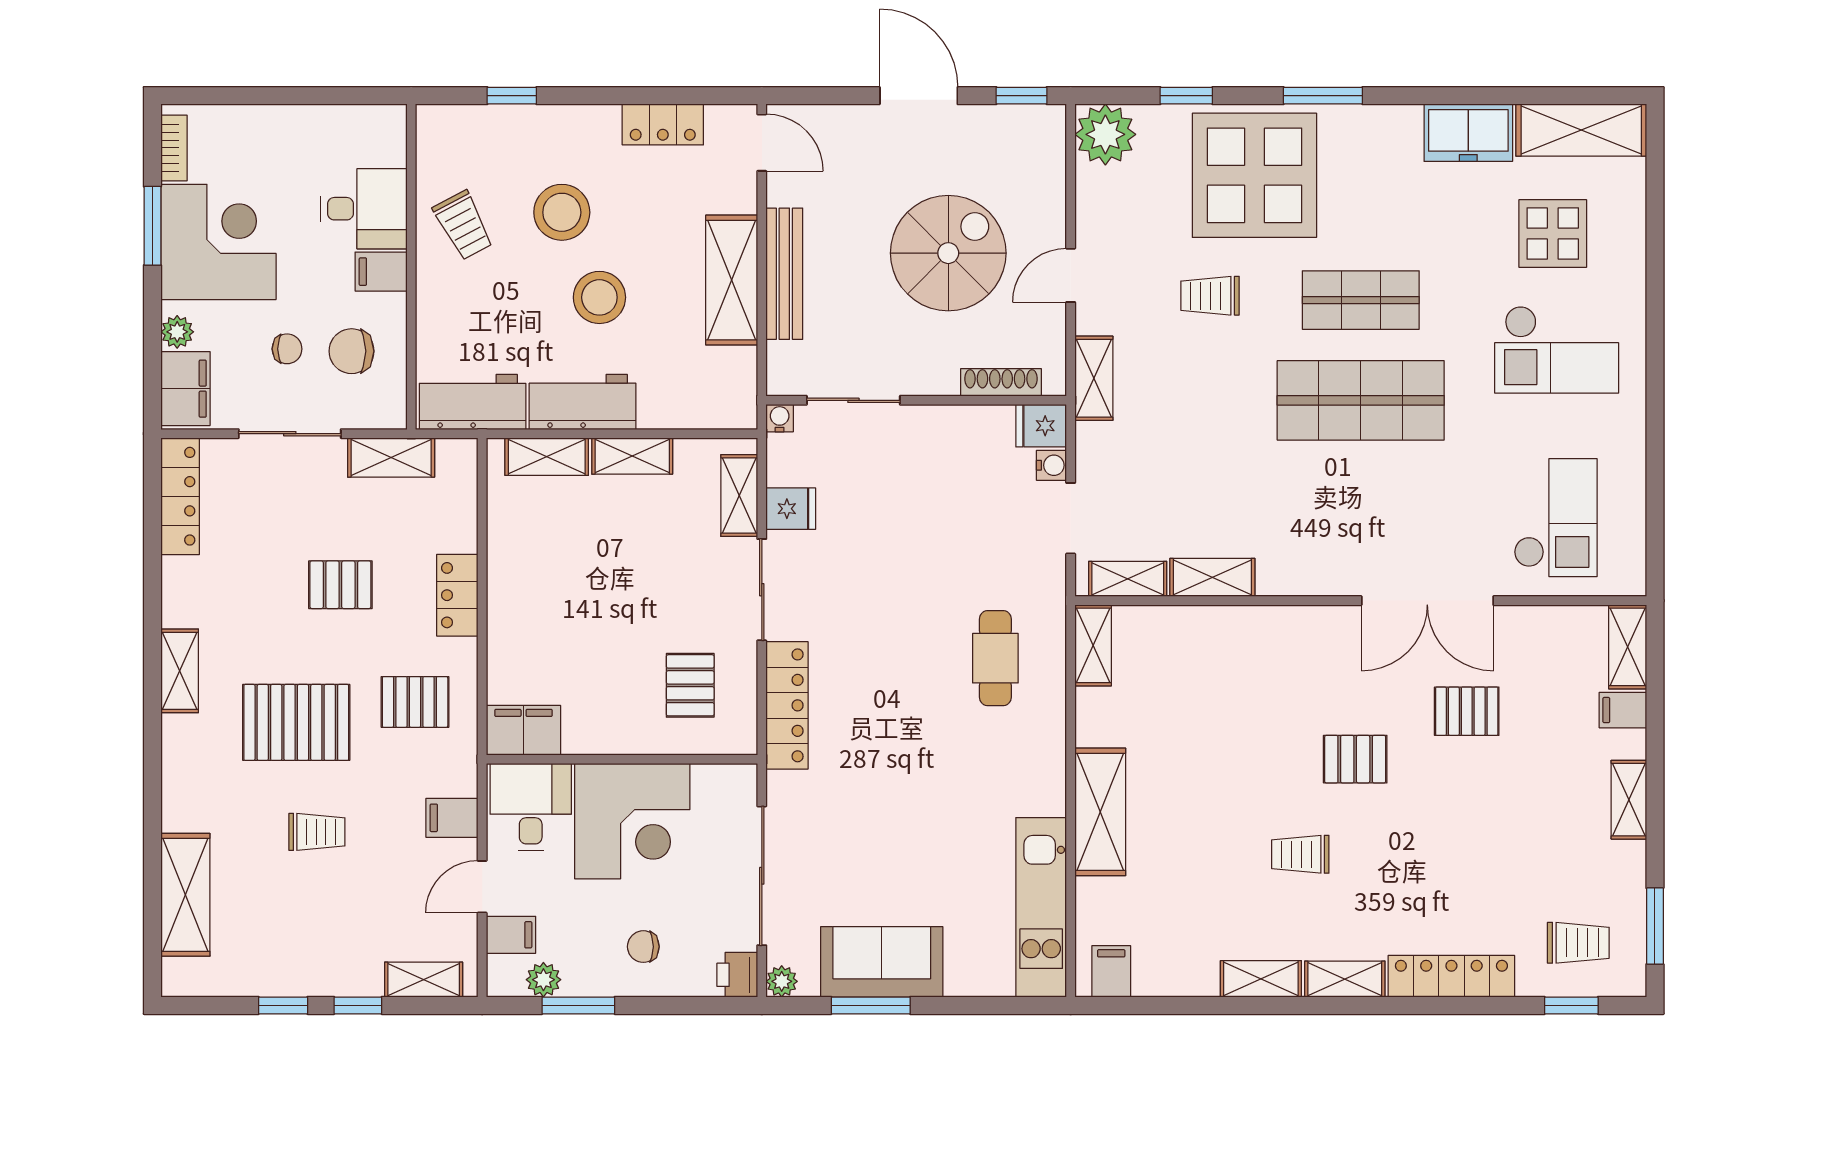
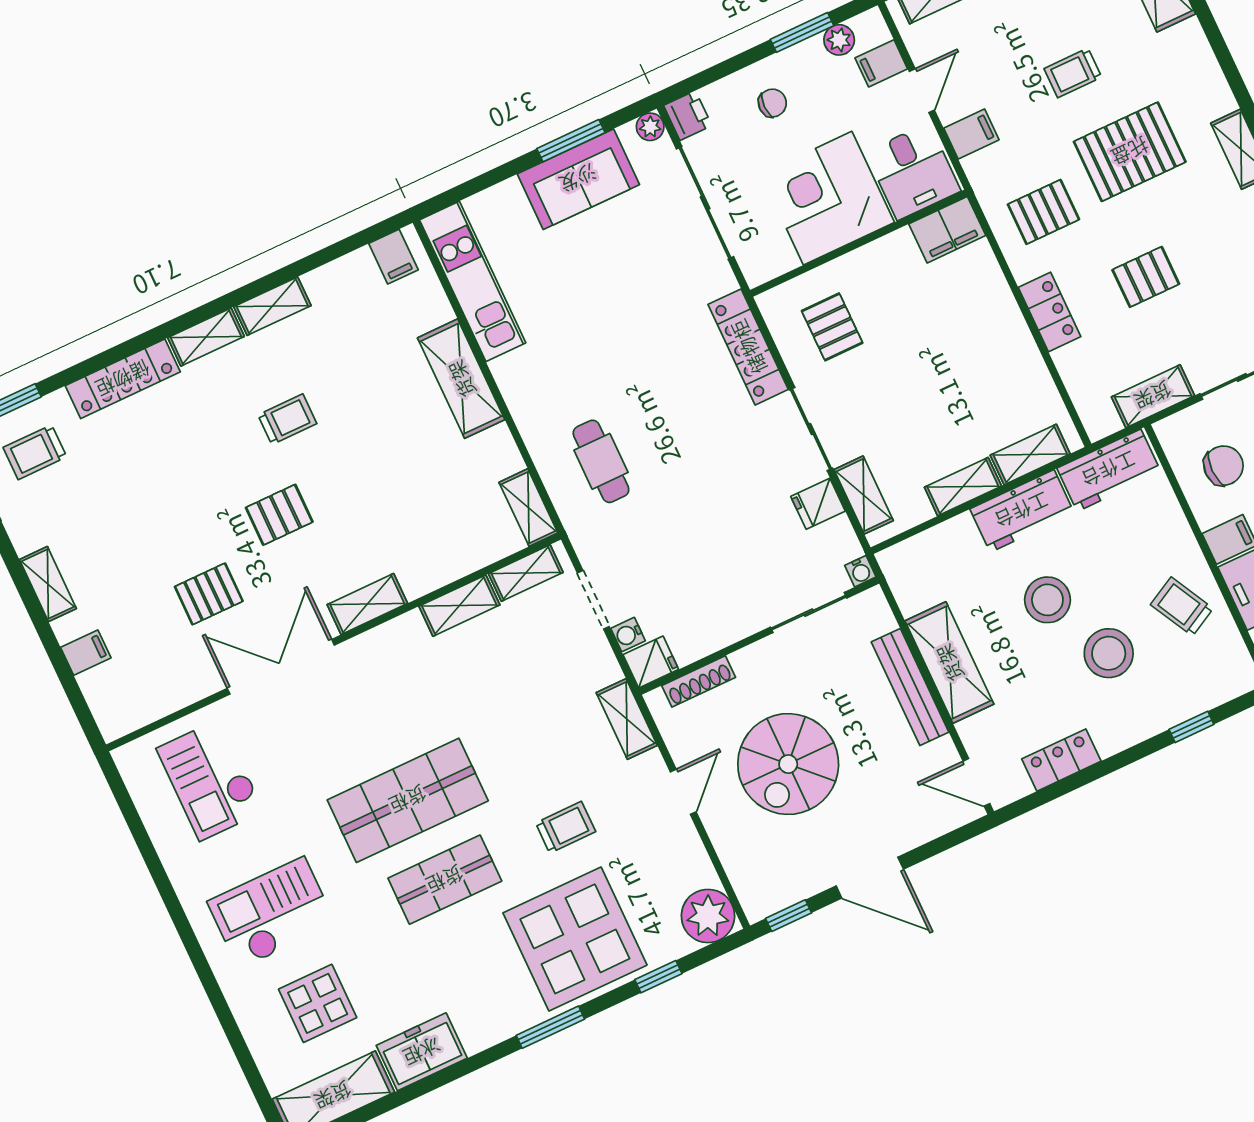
shelving: (1628, 647) -> (367, 604), moved, turned 90

